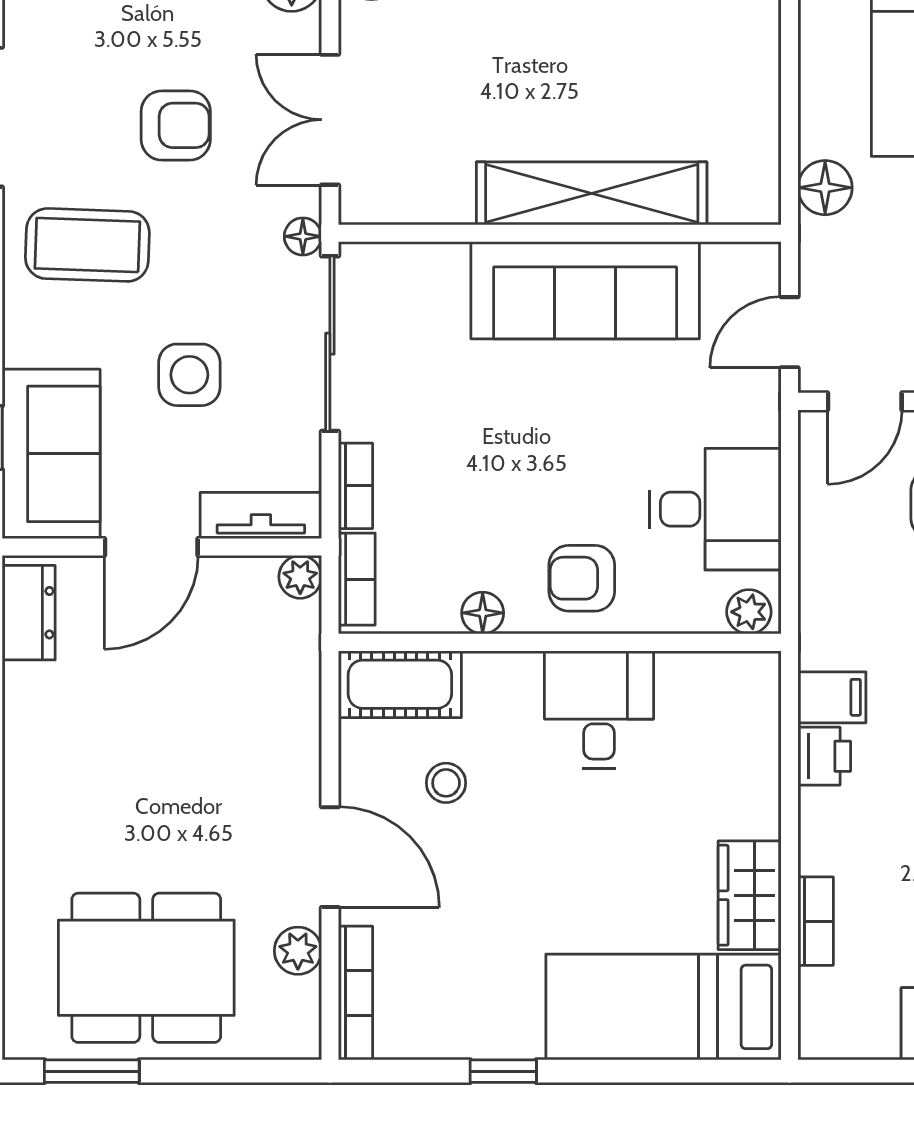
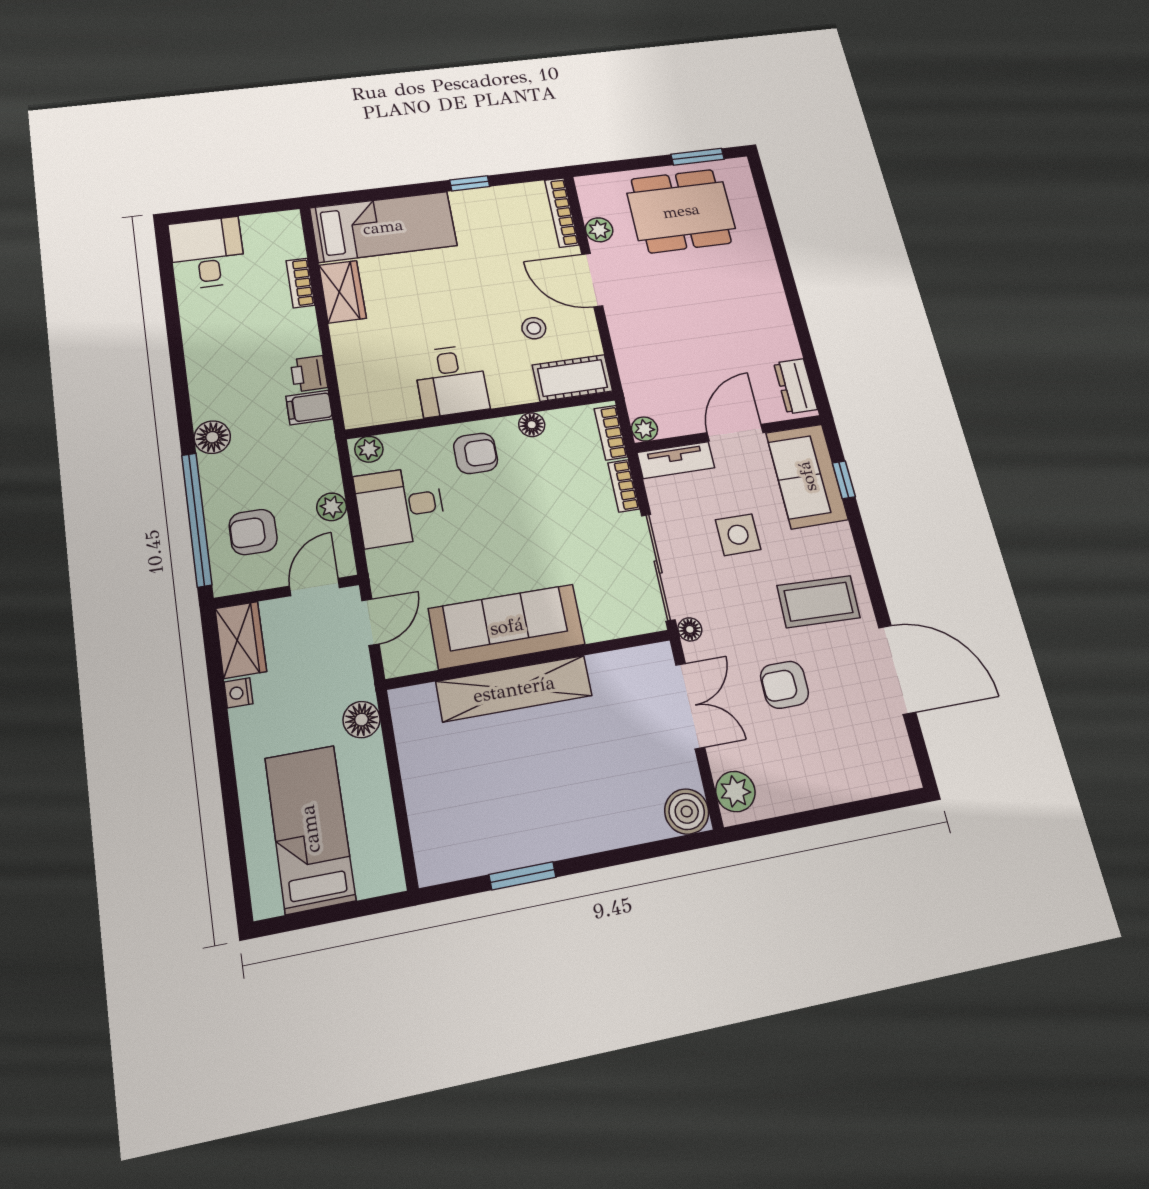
plant: (821, 525) -> (332, 507), added

